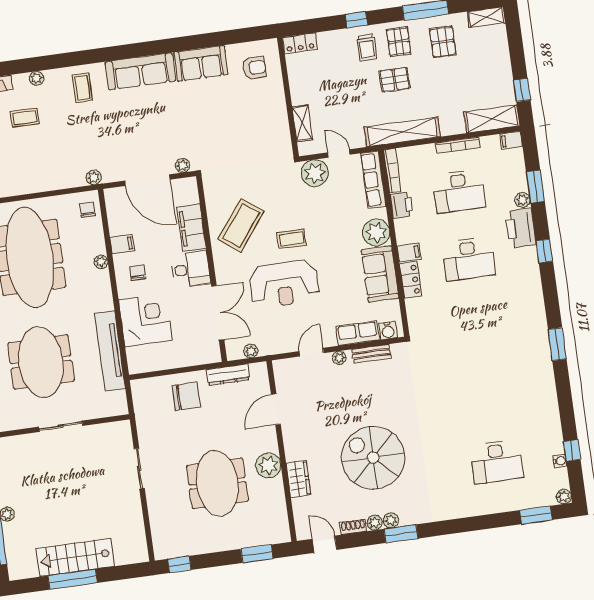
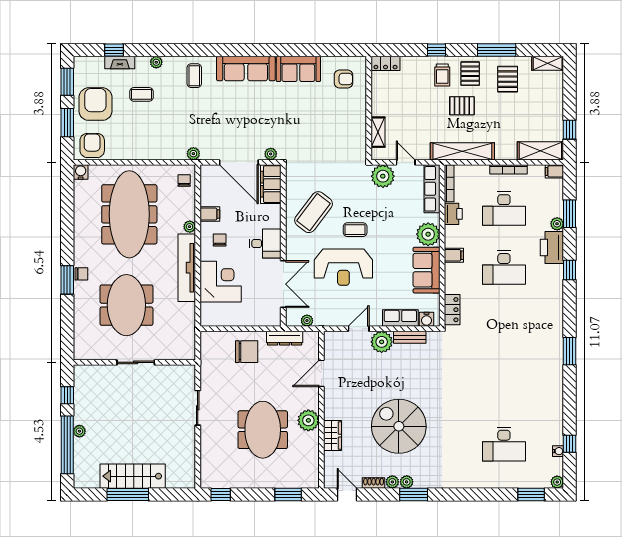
filing cabinet: (191, 228) -> (271, 184), moved
locker: (411, 280) -> (452, 310), moved
tv unit: (110, 351) -> (187, 268), moved
plant: (339, 358) -> (382, 342), width x1.88, depth x1.88

